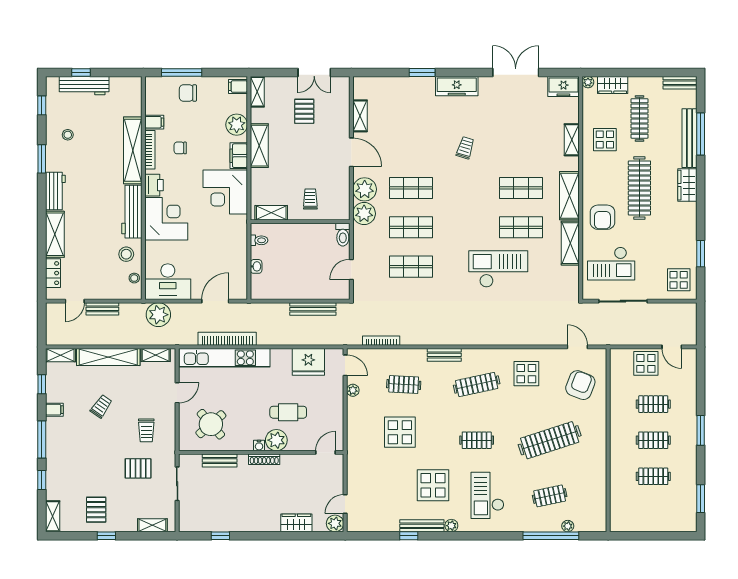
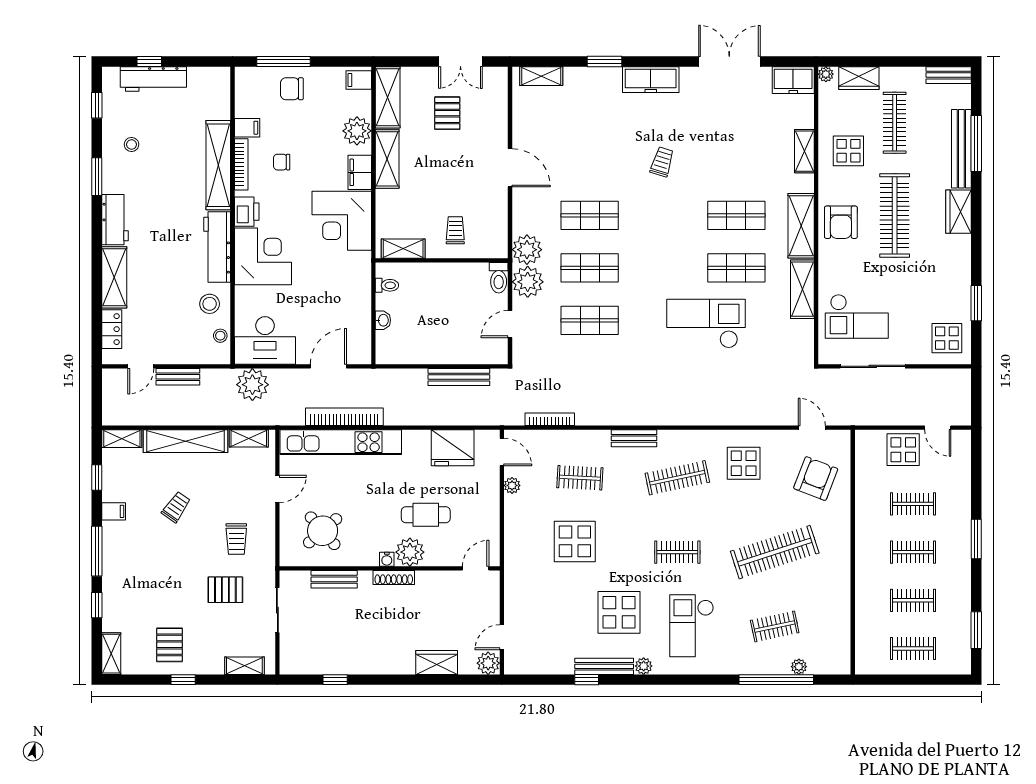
shelving: (257, 92) -> (388, 97), width x1.50, depth x1.33
shelving: (360, 116) -> (541, 76), moved, turned 90
plant: (365, 189) -> (528, 282), moved
armchair: (602, 217) -> (841, 222), moved
clothes rail: (653, 512) -> (913, 648), added

